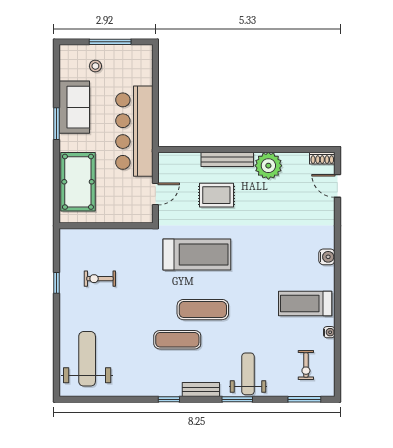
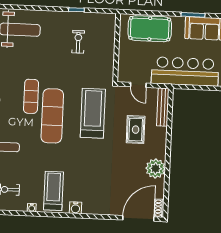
bench: (227, 159) -> (163, 107), moved
door: (337, 186) -> (138, 218), width x1.88
treadmill: (197, 254) -> (93, 113), turned 180
water cooler: (327, 257) -> (75, 208), moved
exercise mat: (203, 310) -> (52, 116), width x1.36, depth x1.45

